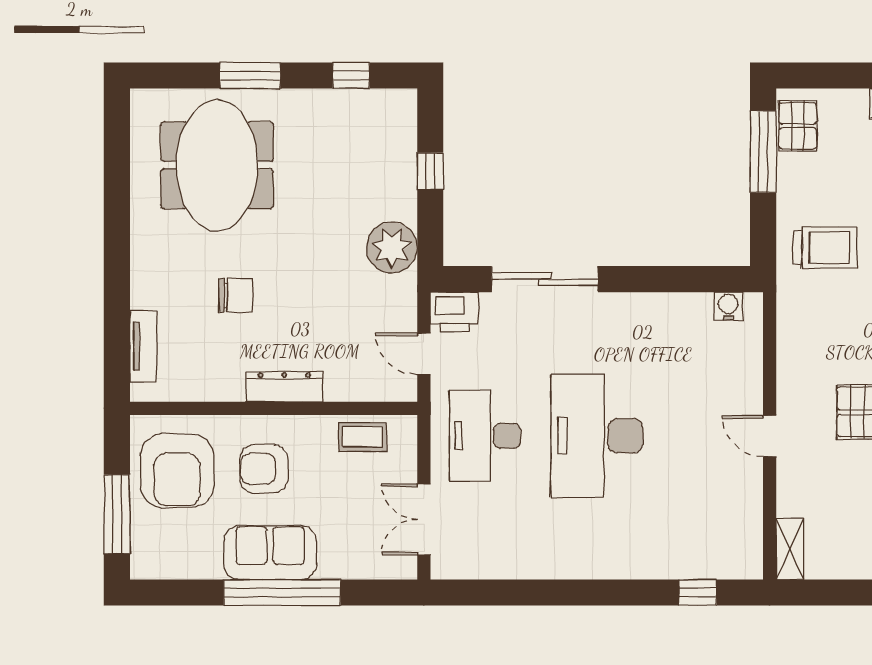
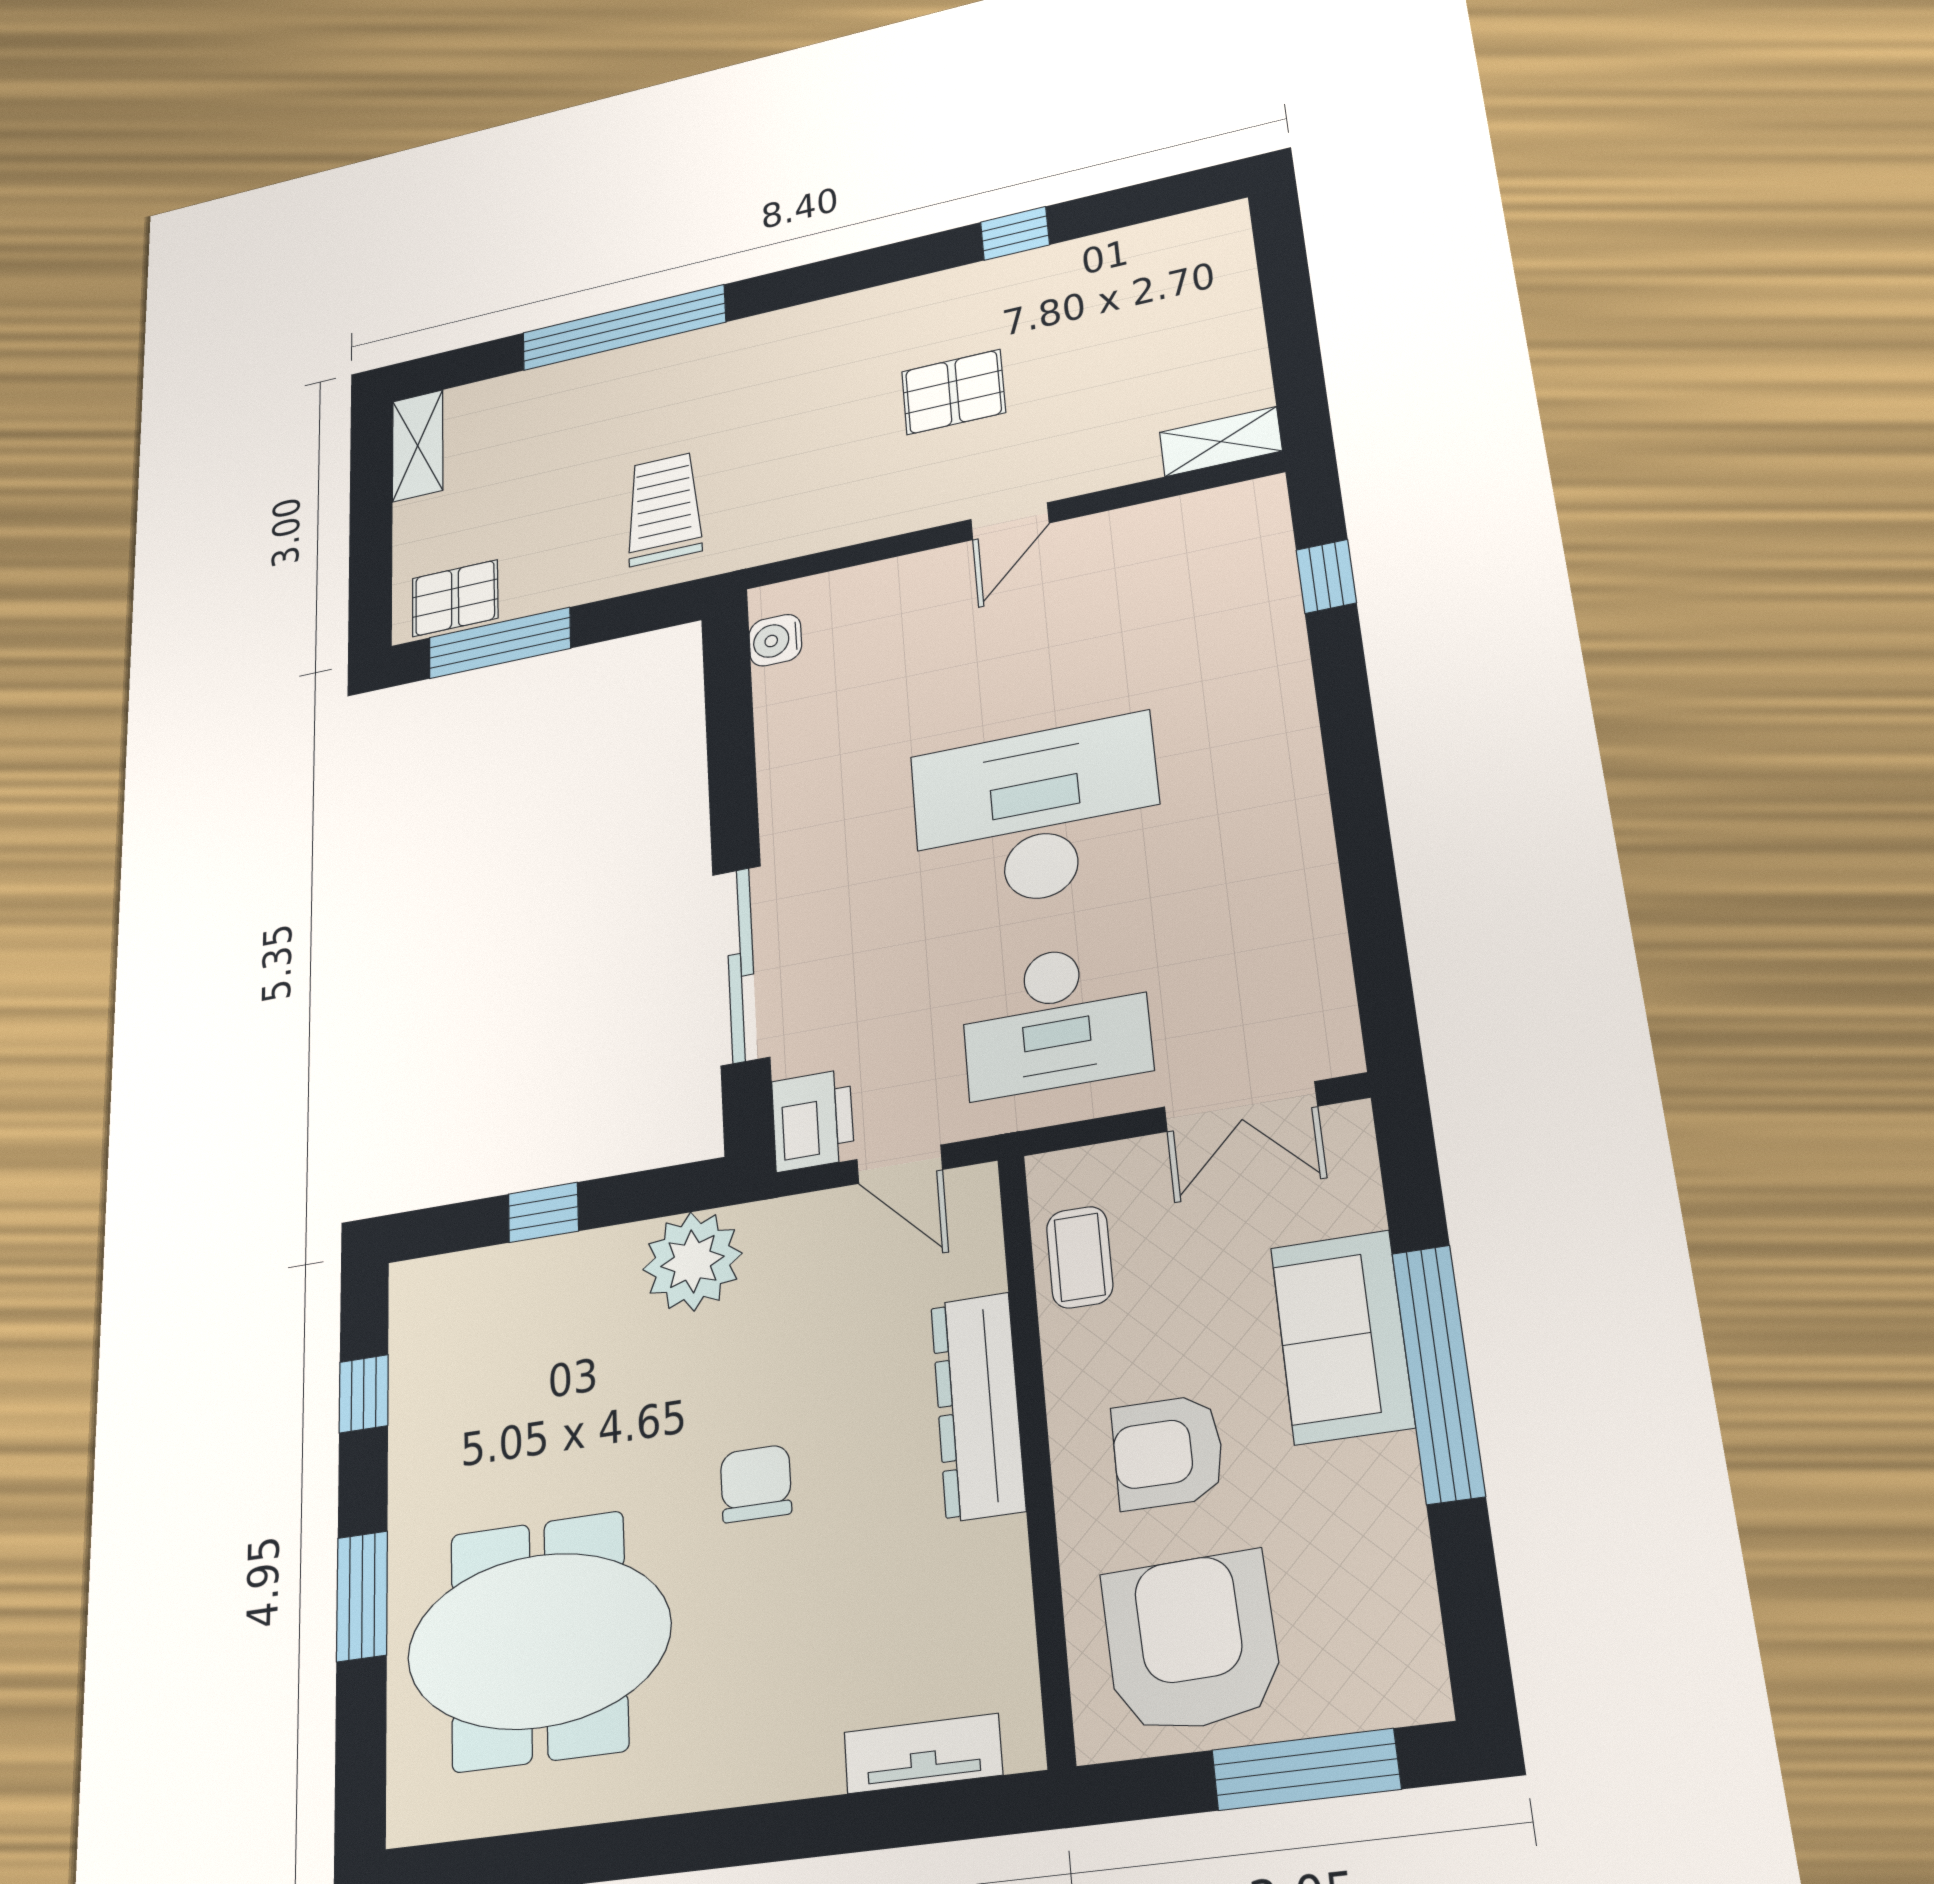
chair: (236, 295) -> (756, 1484), moved
door: (424, 354) -> (900, 1164), hinge flipped
dresser: (284, 387) -> (978, 1406), width x1.37, depth x1.24
desk: (597, 436) -> (1036, 815), turned 180
armchair: (264, 469) -> (1168, 1452), turned 90
armchair: (177, 471) -> (1191, 1643), turned -92
sofa: (270, 553) -> (1342, 1337), moved

